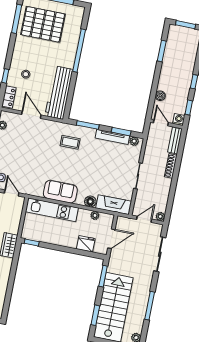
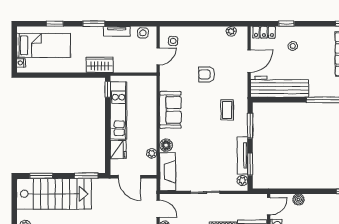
armchair: (36, 154) -> (207, 74), added
kitchen unit: (52, 210) -> (118, 110), moved, turned 180

